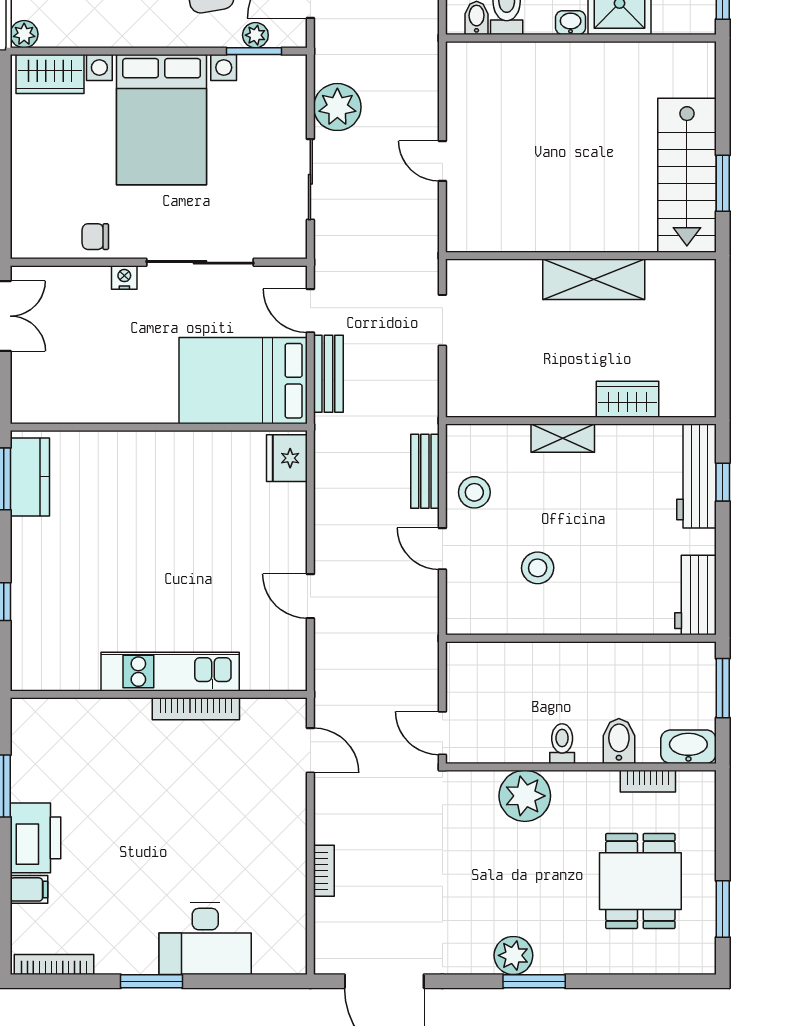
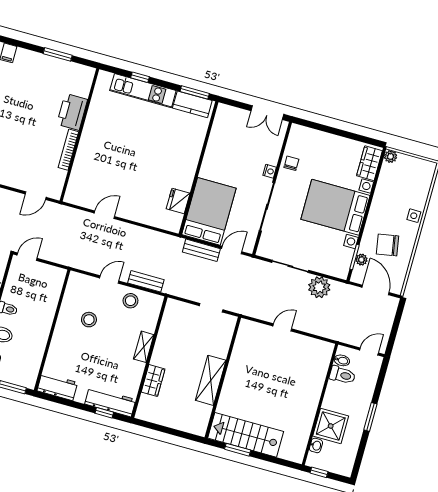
washbasin: (571, 23) -> (316, 445), moved
fridge: (287, 458) -> (178, 201), moved, turned -90
kitchen unit: (170, 672) -> (143, 91), moved, turned 90
printer: (35, 838) -> (72, 112), moved, turned 90

